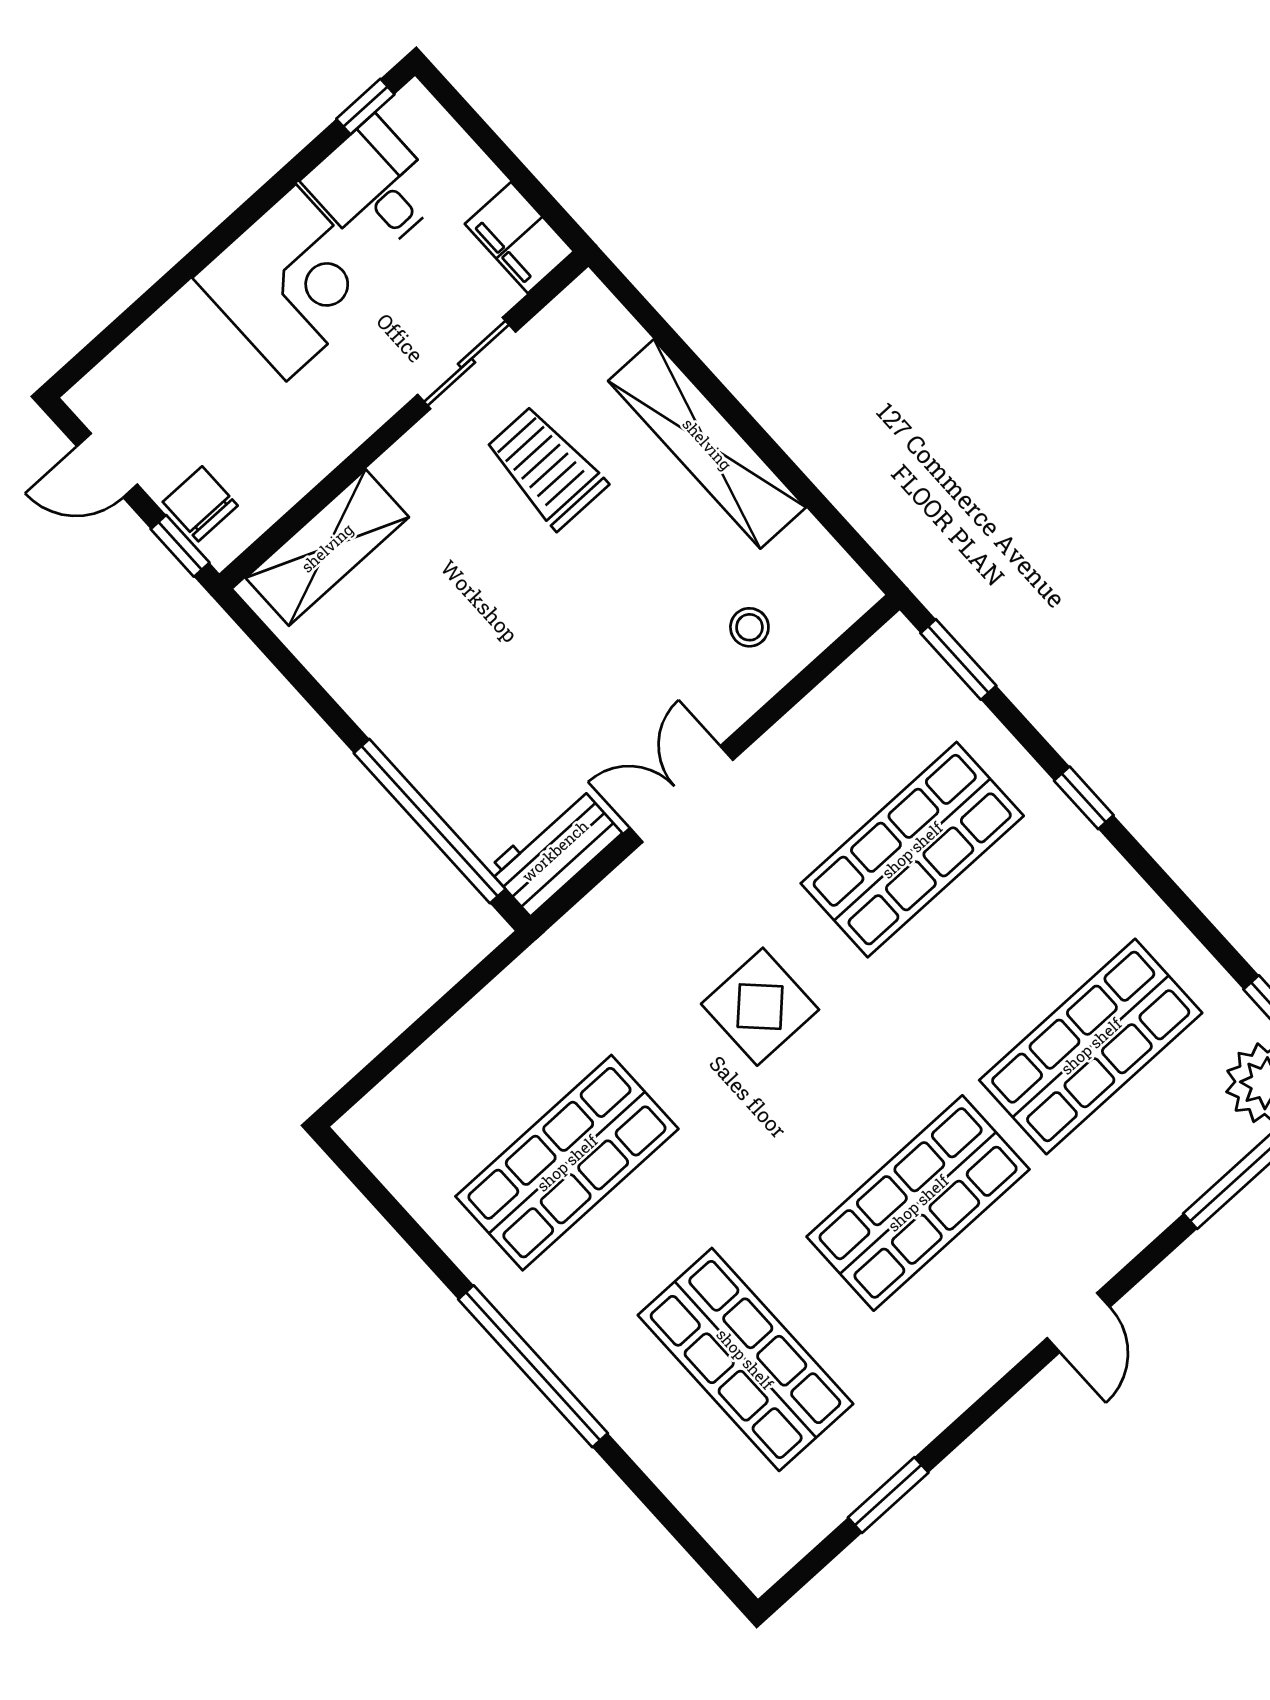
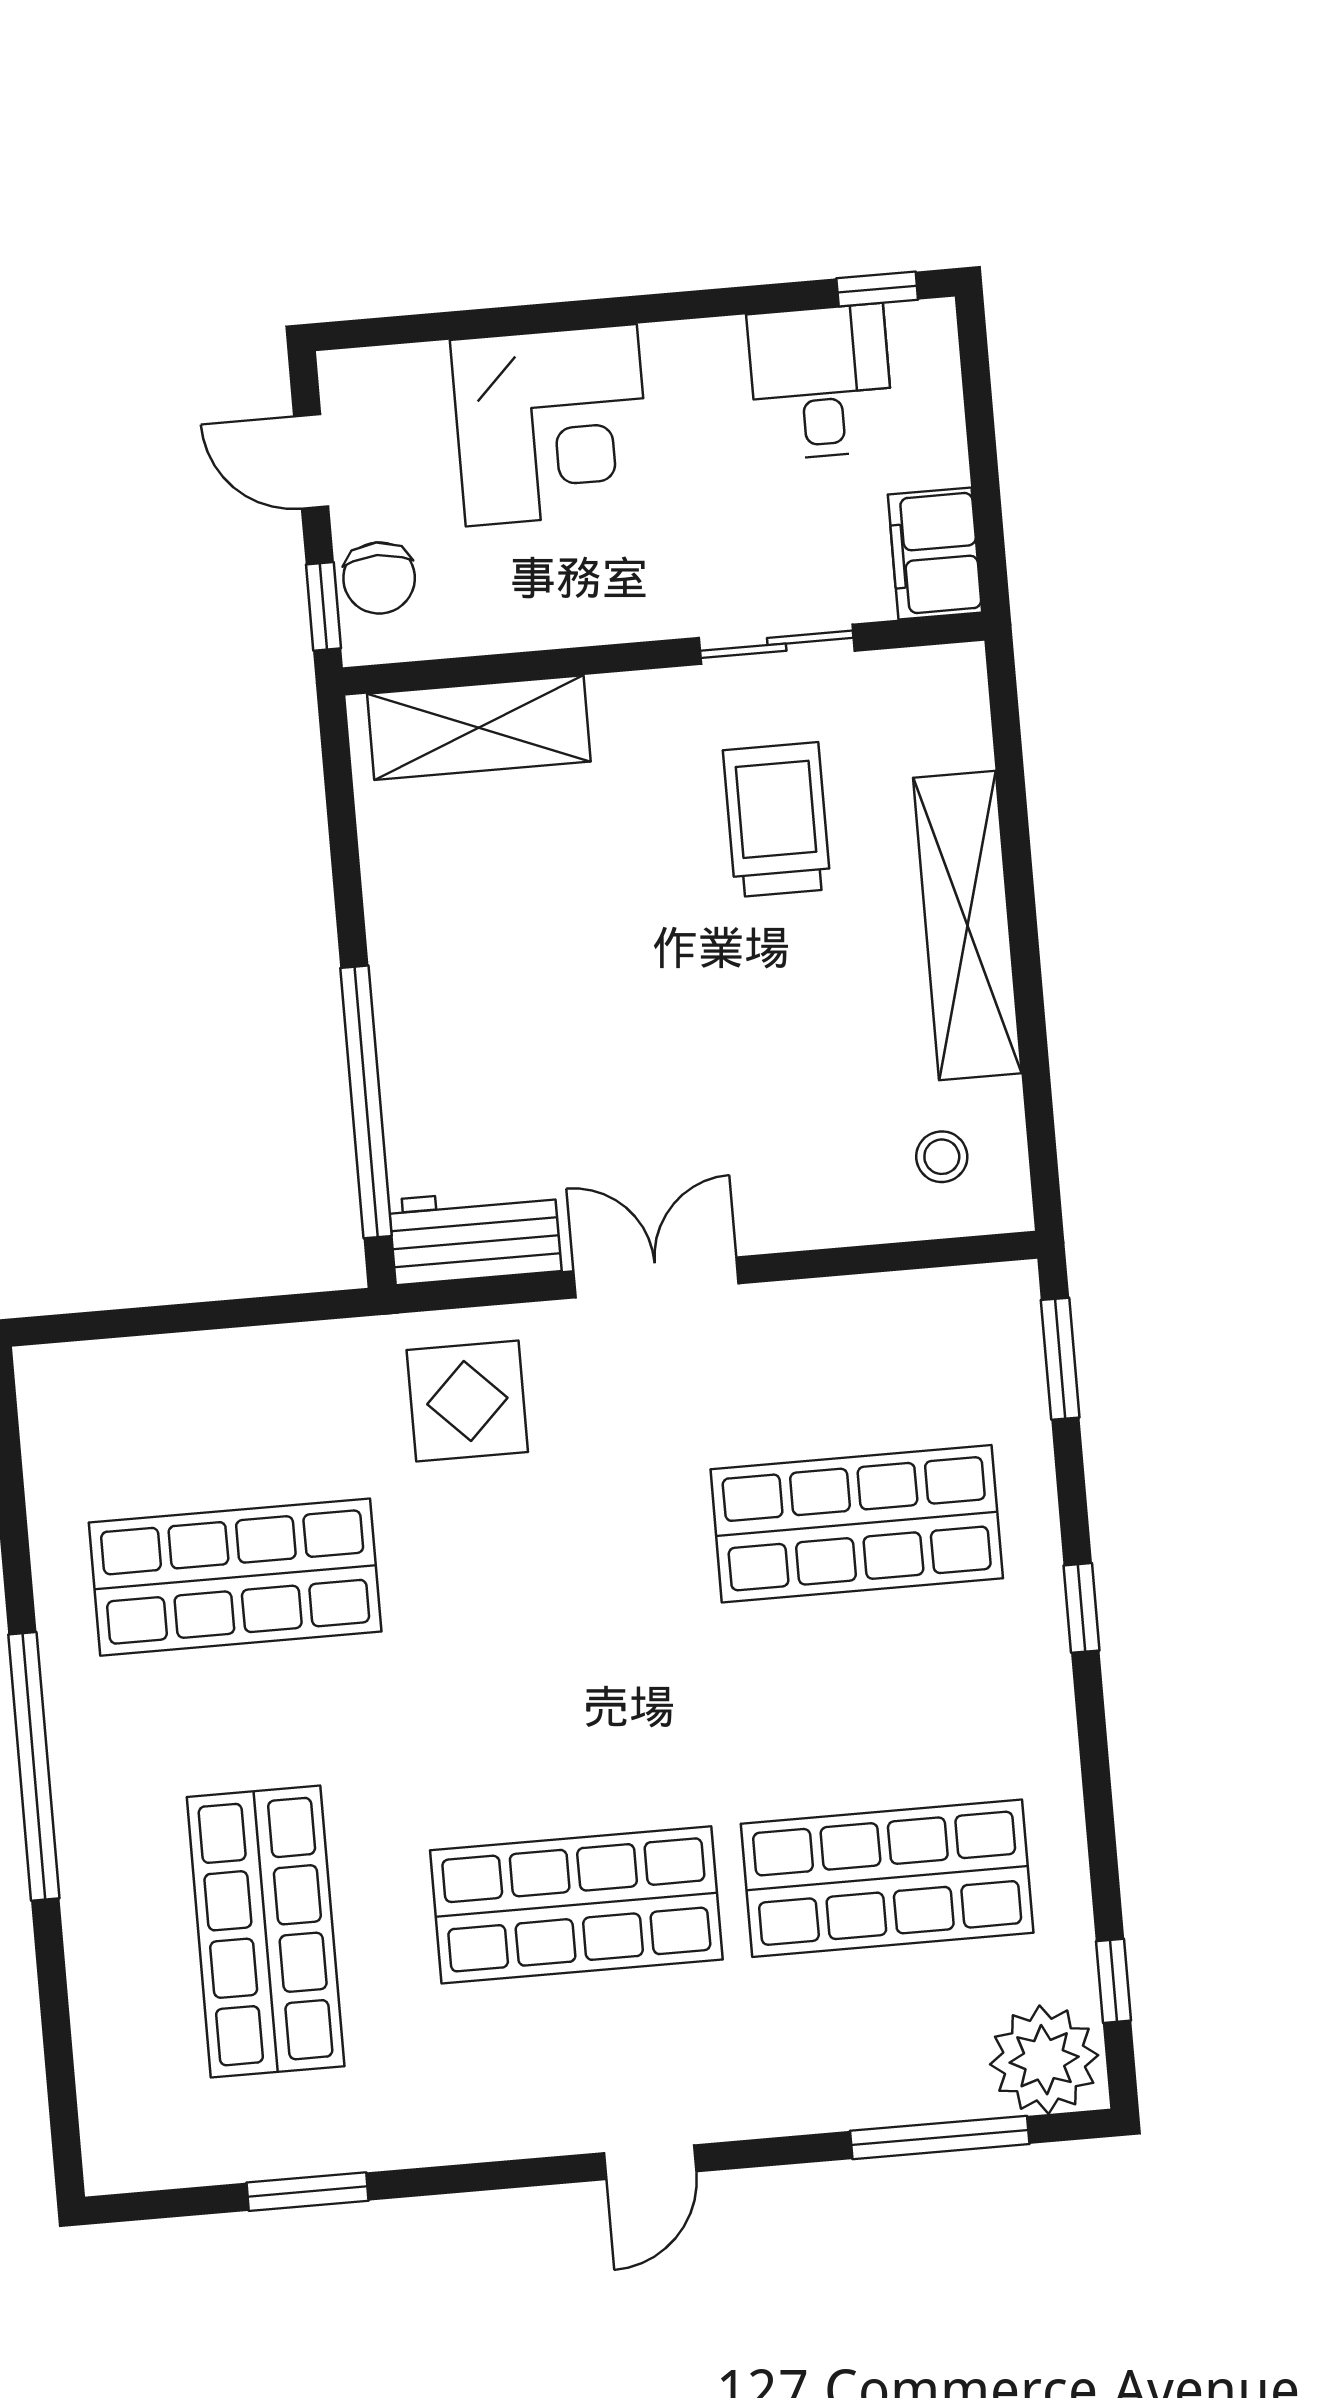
corner desk: (291, 283) -> (551, 425), moved
chair: (200, 504) -> (379, 578), turned 180
stool: (749, 627) -> (942, 1157), moved
display table: (760, 1007) -> (467, 1401), moved

